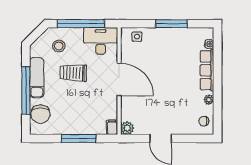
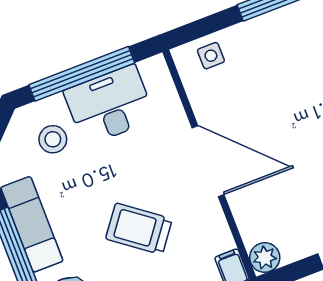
desk: (101, 41) -> (109, 105), moved
trolley: (73, 73) -> (139, 229), moved, turned 35

